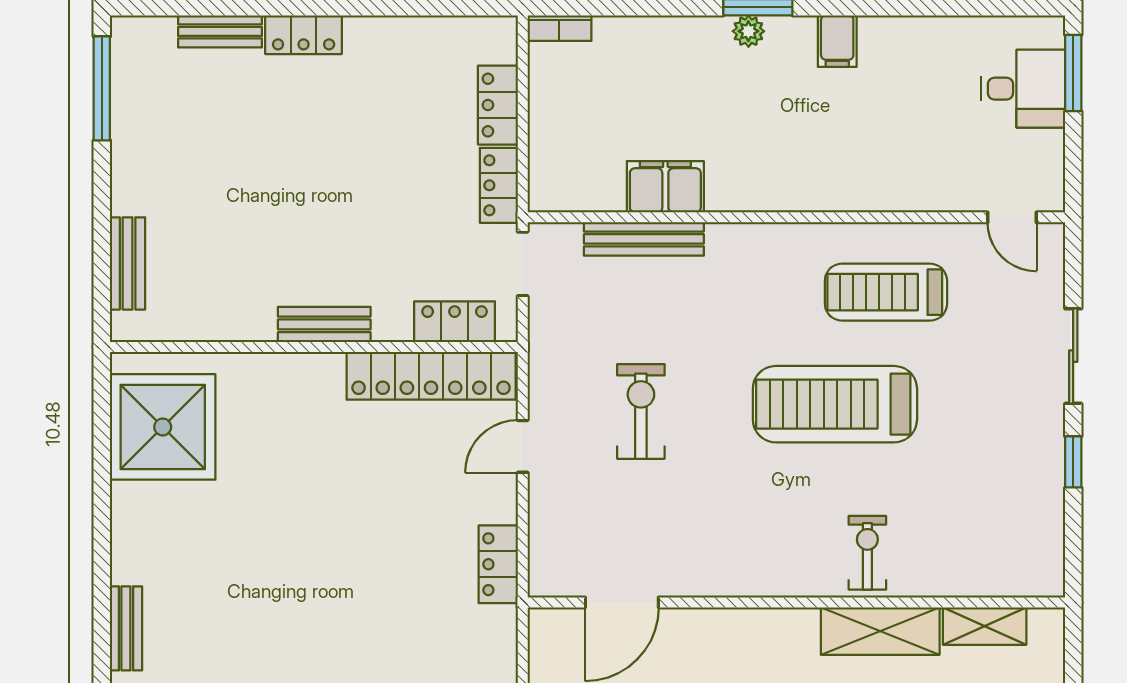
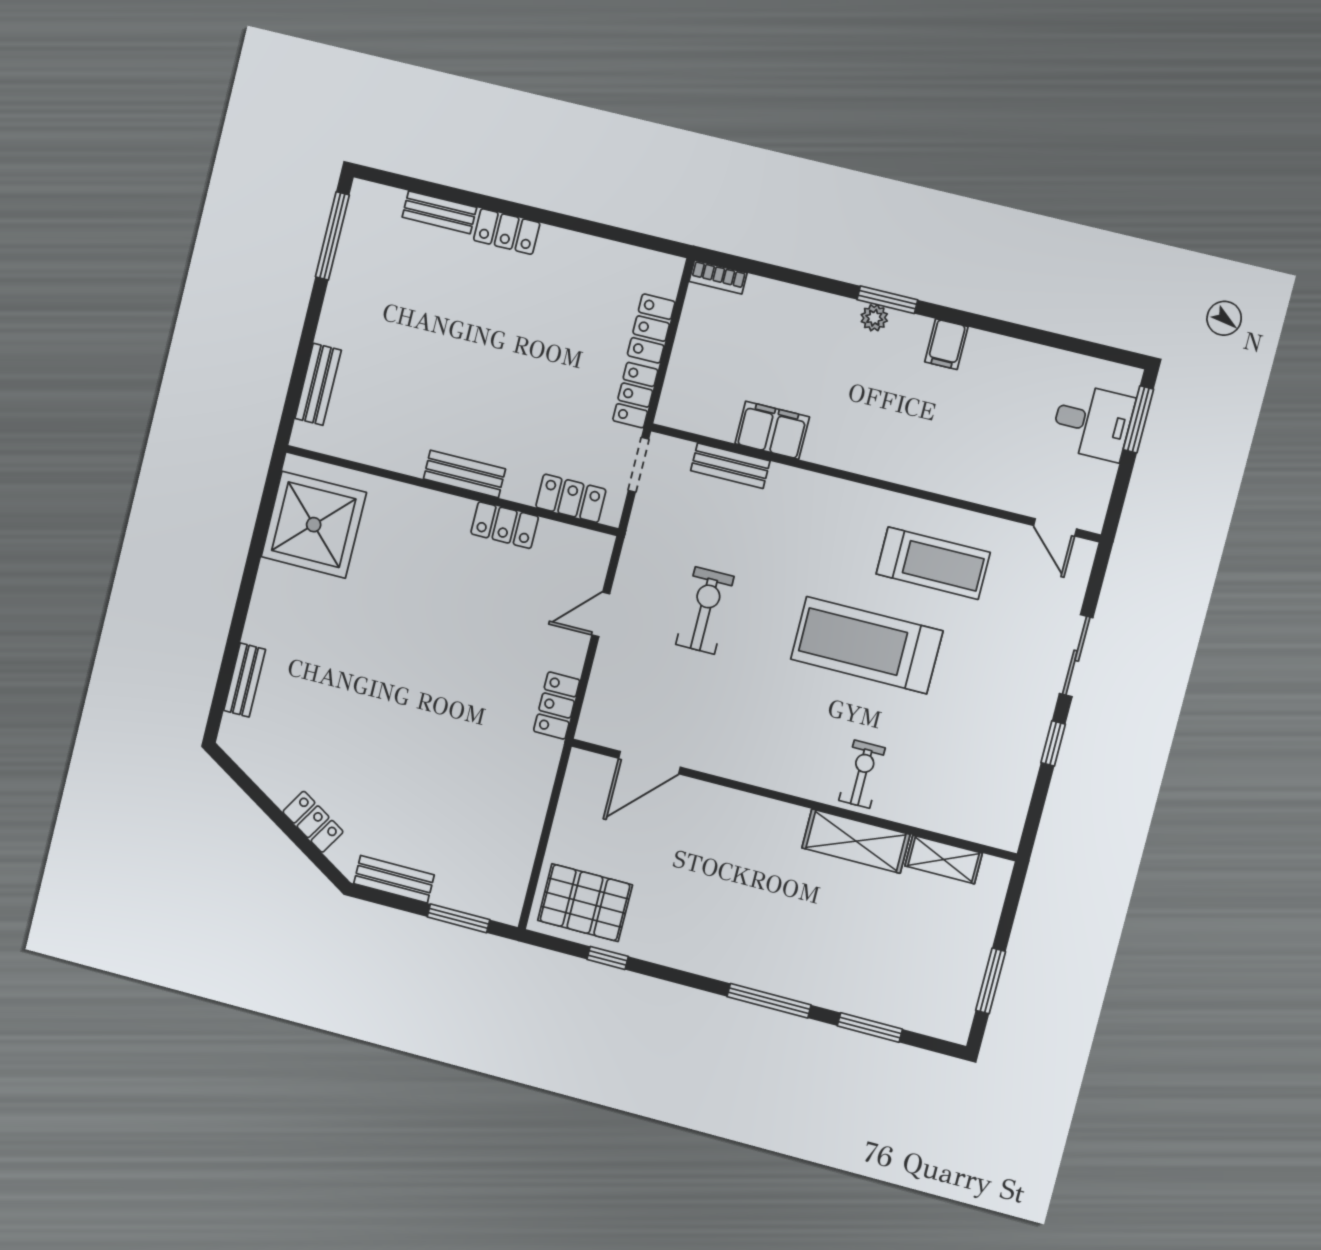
bench: (644, 239) -> (730, 466), width x0.73
treadmill: (886, 292) -> (933, 563), turned 180
locker: (431, 376) -> (505, 525), width x0.46, depth x0.83

